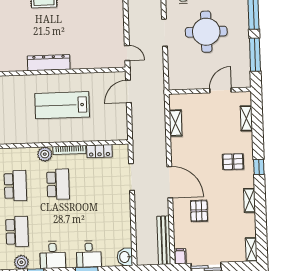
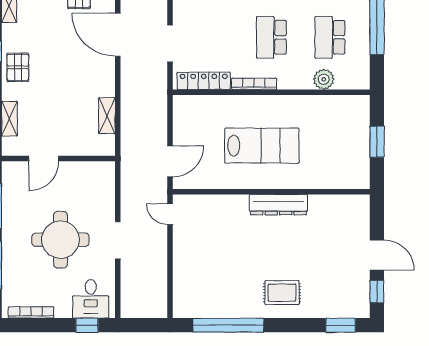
locker: (99, 151) -> (204, 81), width x1.53
plant: (45, 154) -> (324, 79), moved
pallet: (233, 162) -> (18, 67), moved, turned 90

